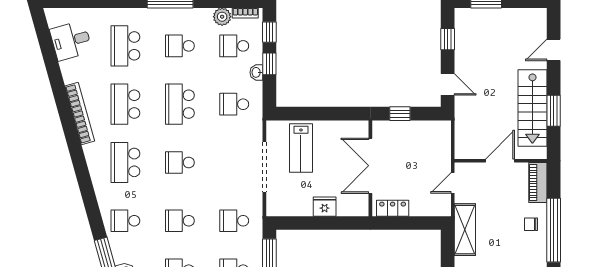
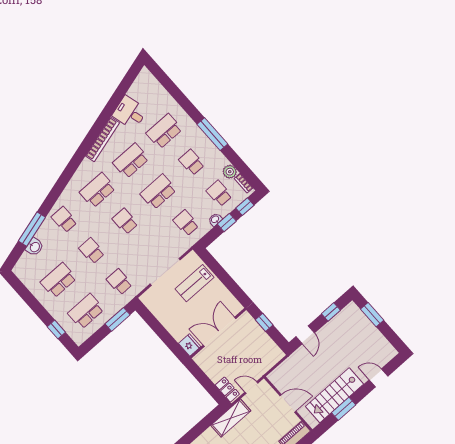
desk: (71, 41) -> (130, 113), moved
fridge: (325, 207) -> (190, 345), moved
locker: (393, 208) -> (227, 389), moved

